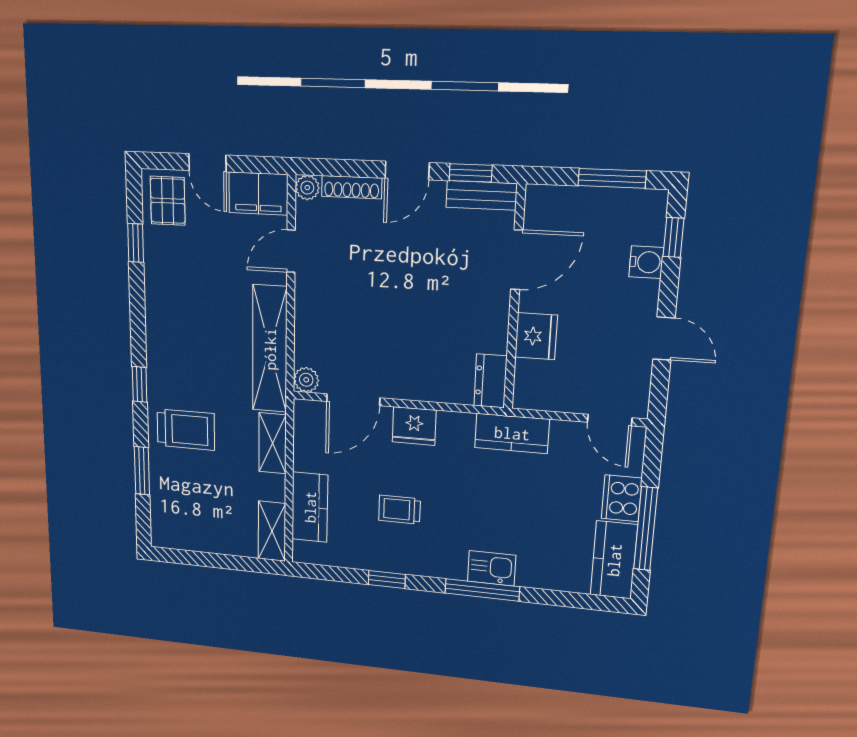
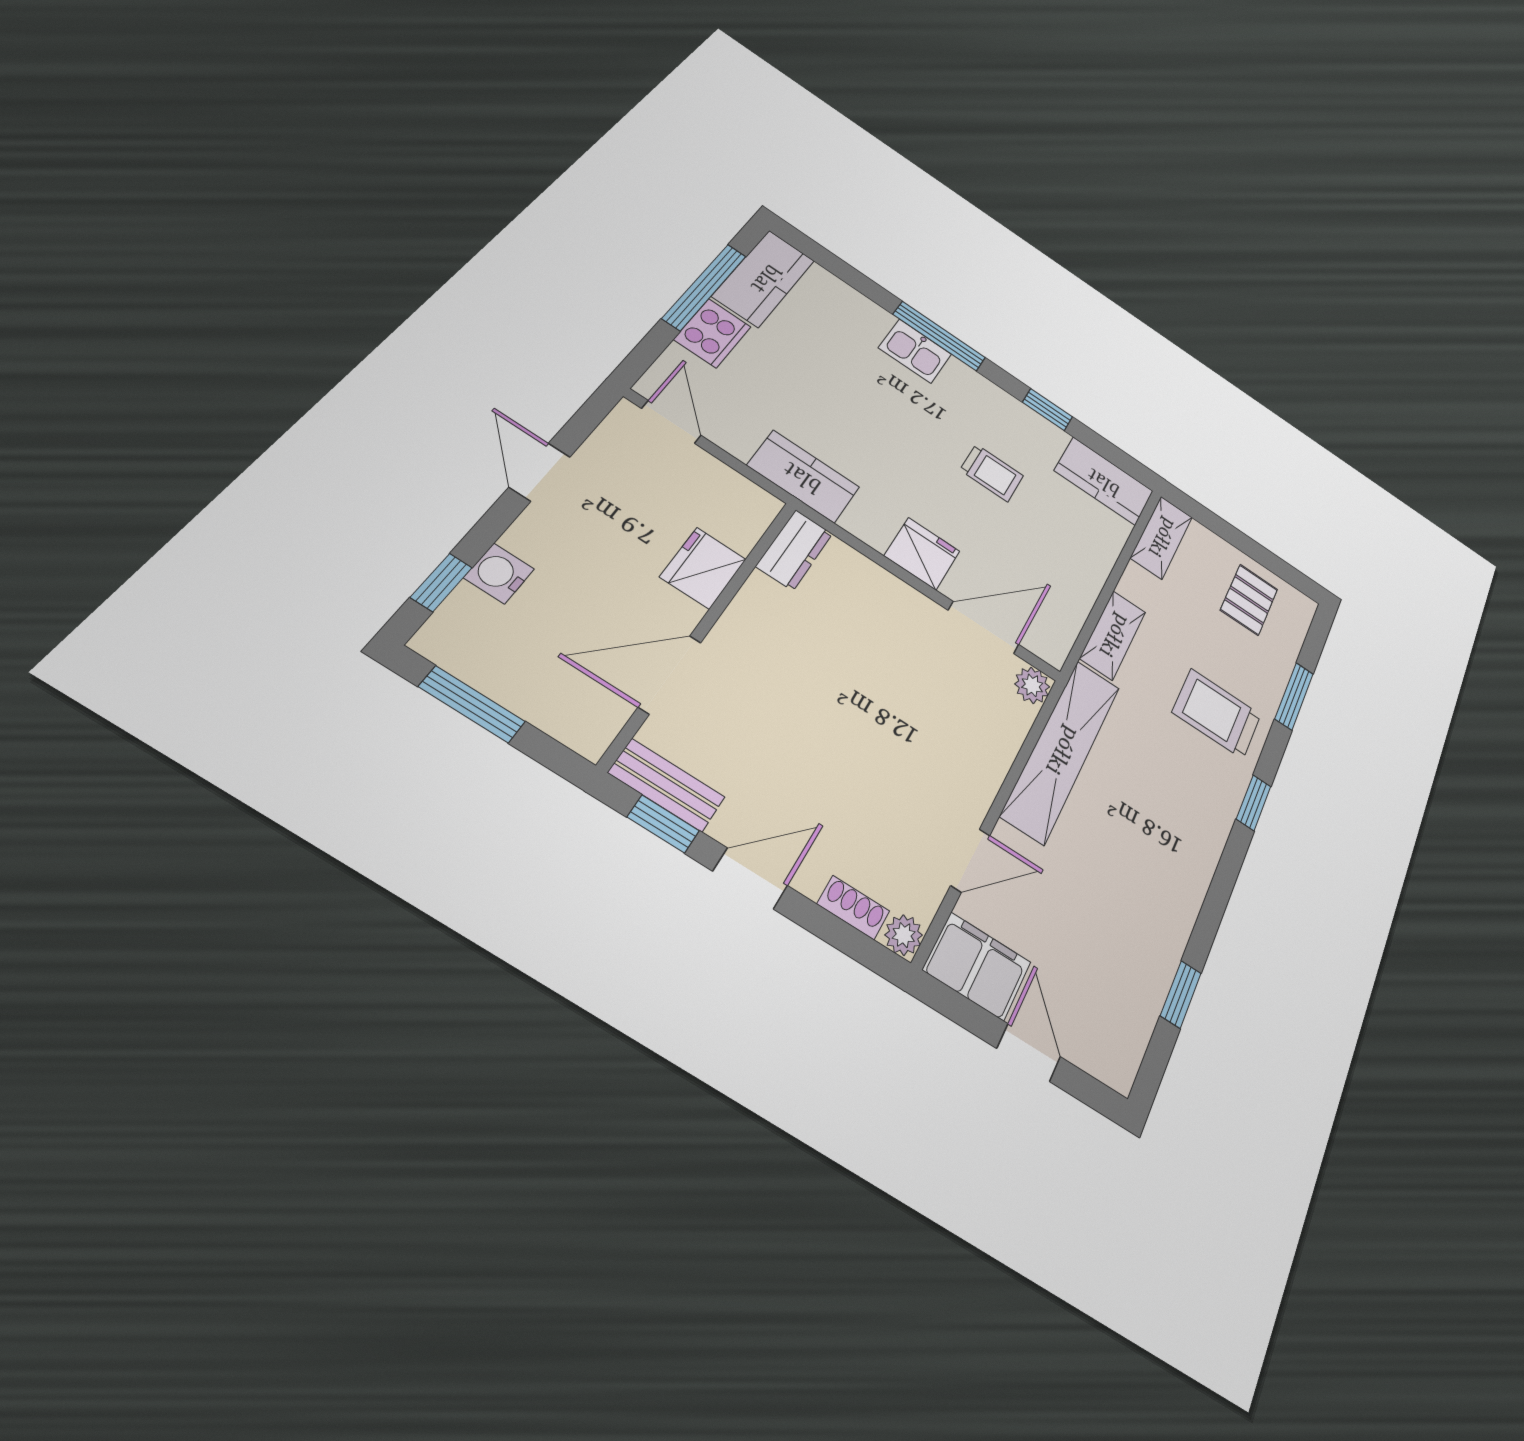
shoe rack: (352, 187) -> (853, 908), width x0.70
pallet: (168, 201) -> (1249, 600), moved
kitchen counter: (310, 507) -> (1104, 481), moved, turned -90

